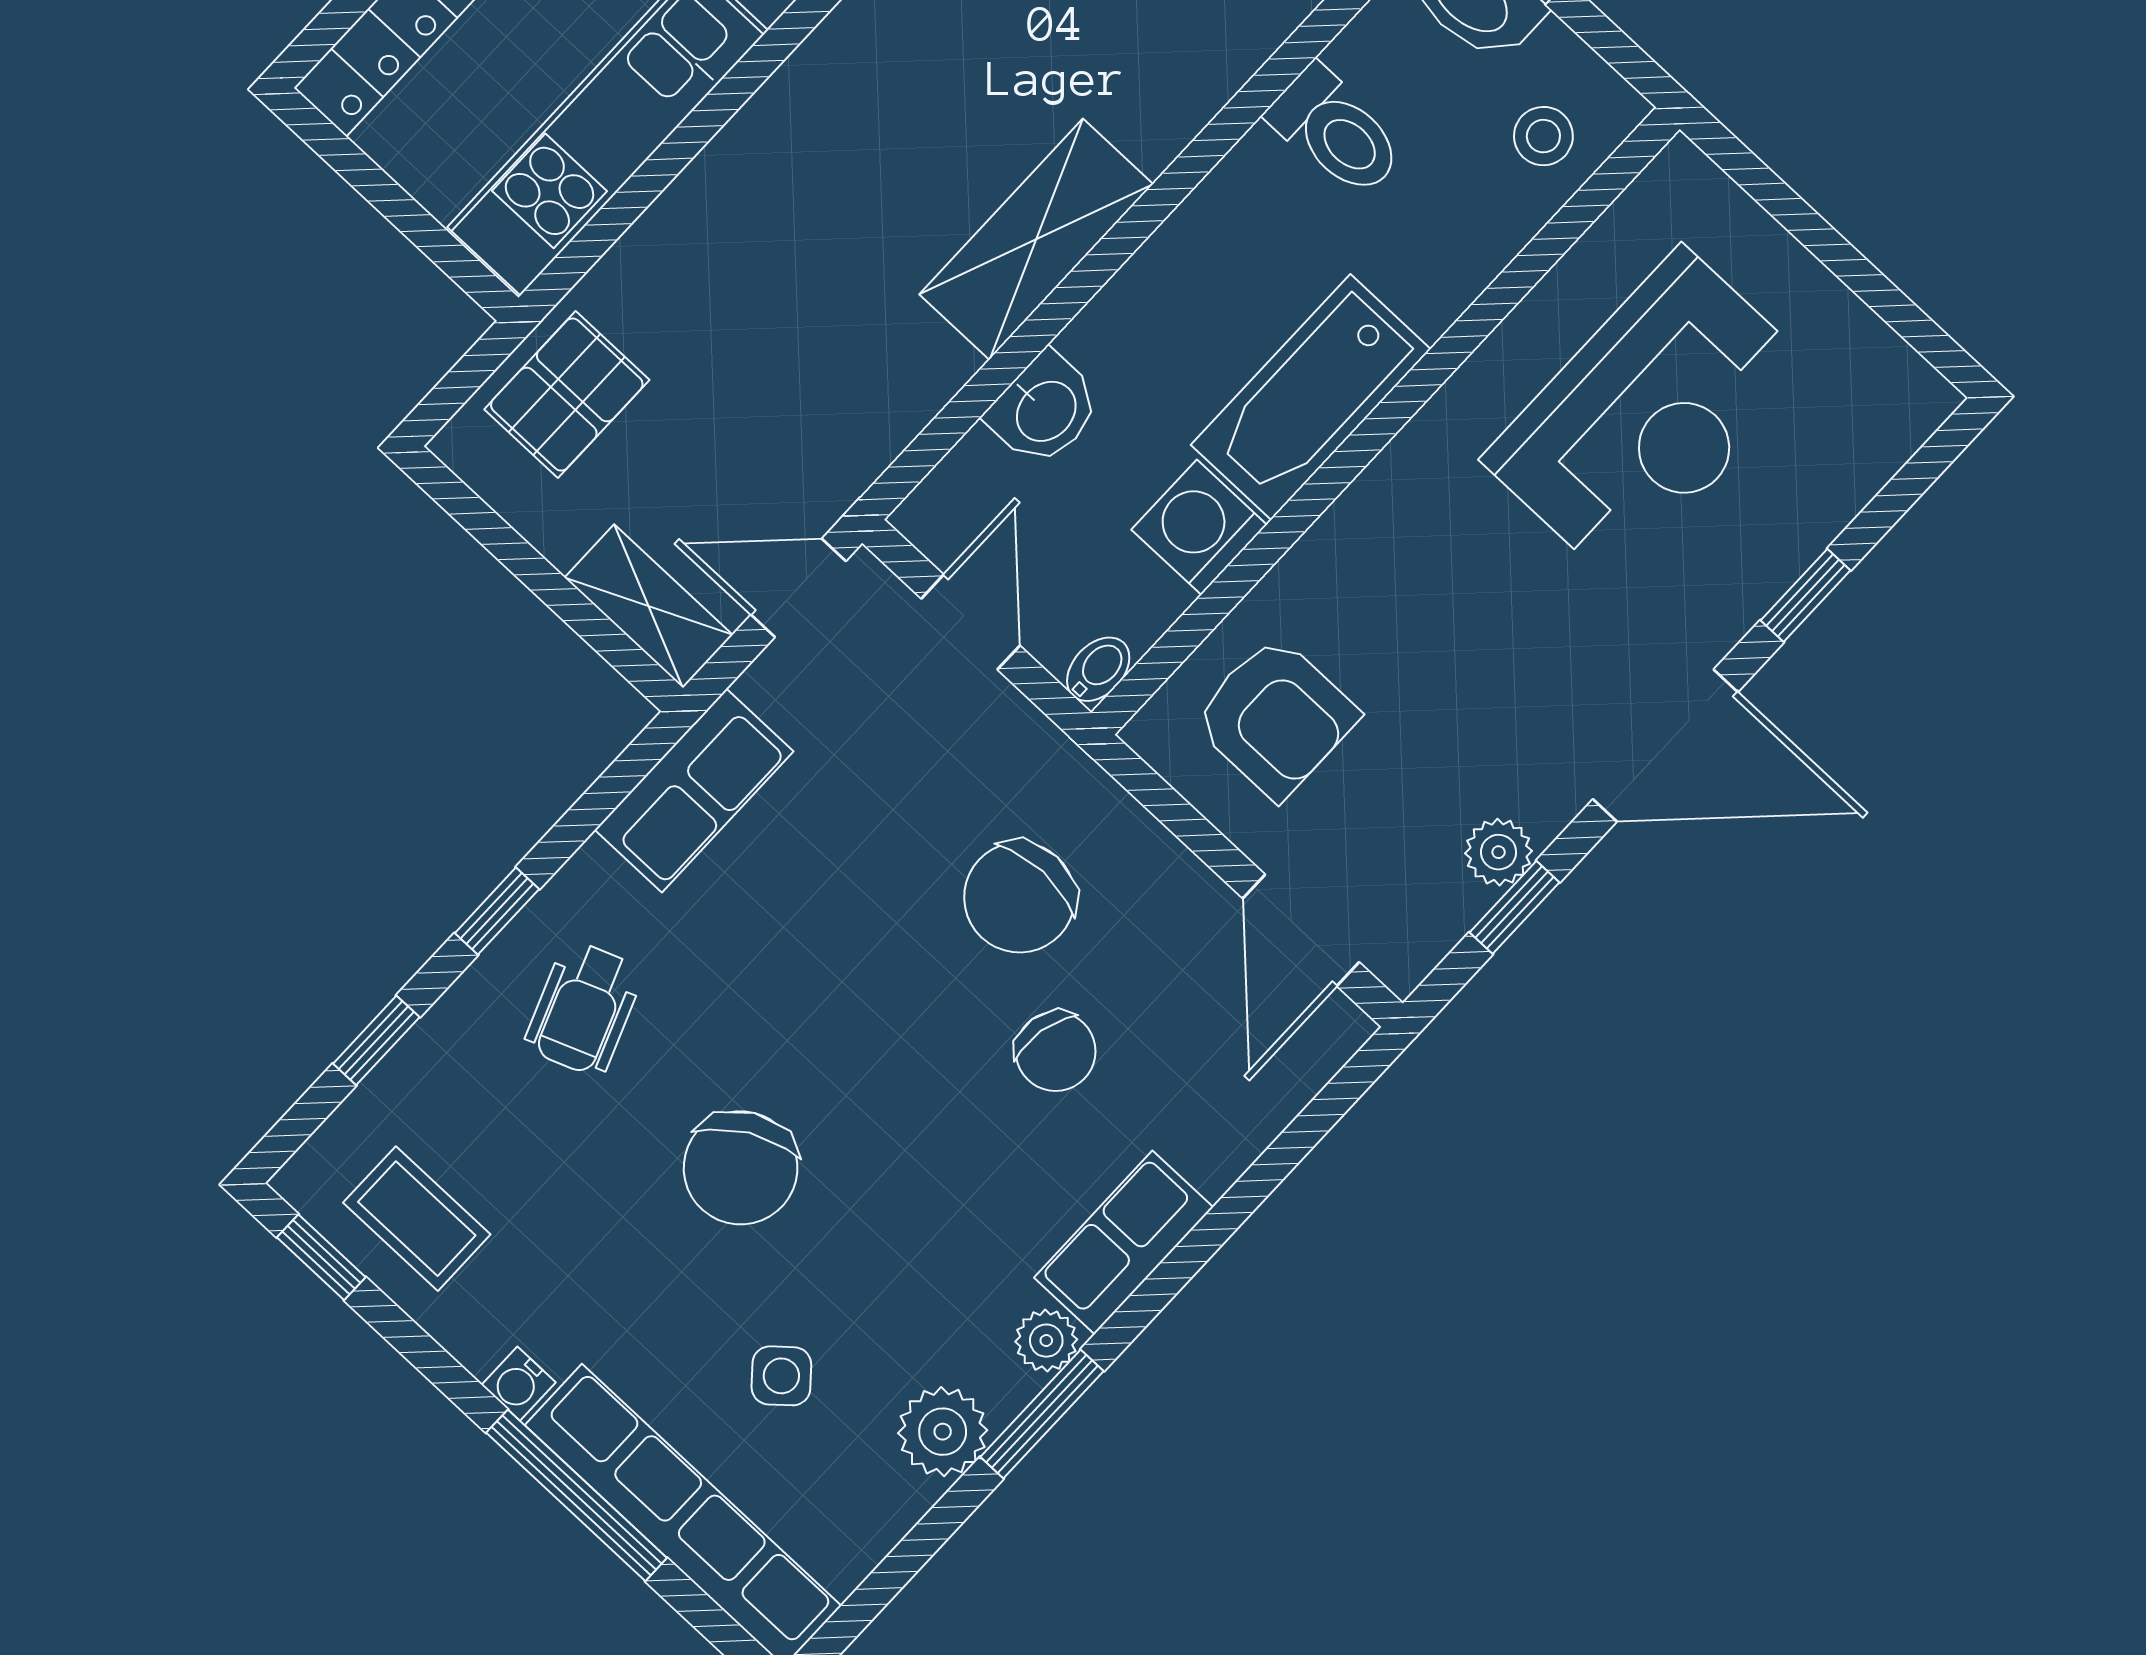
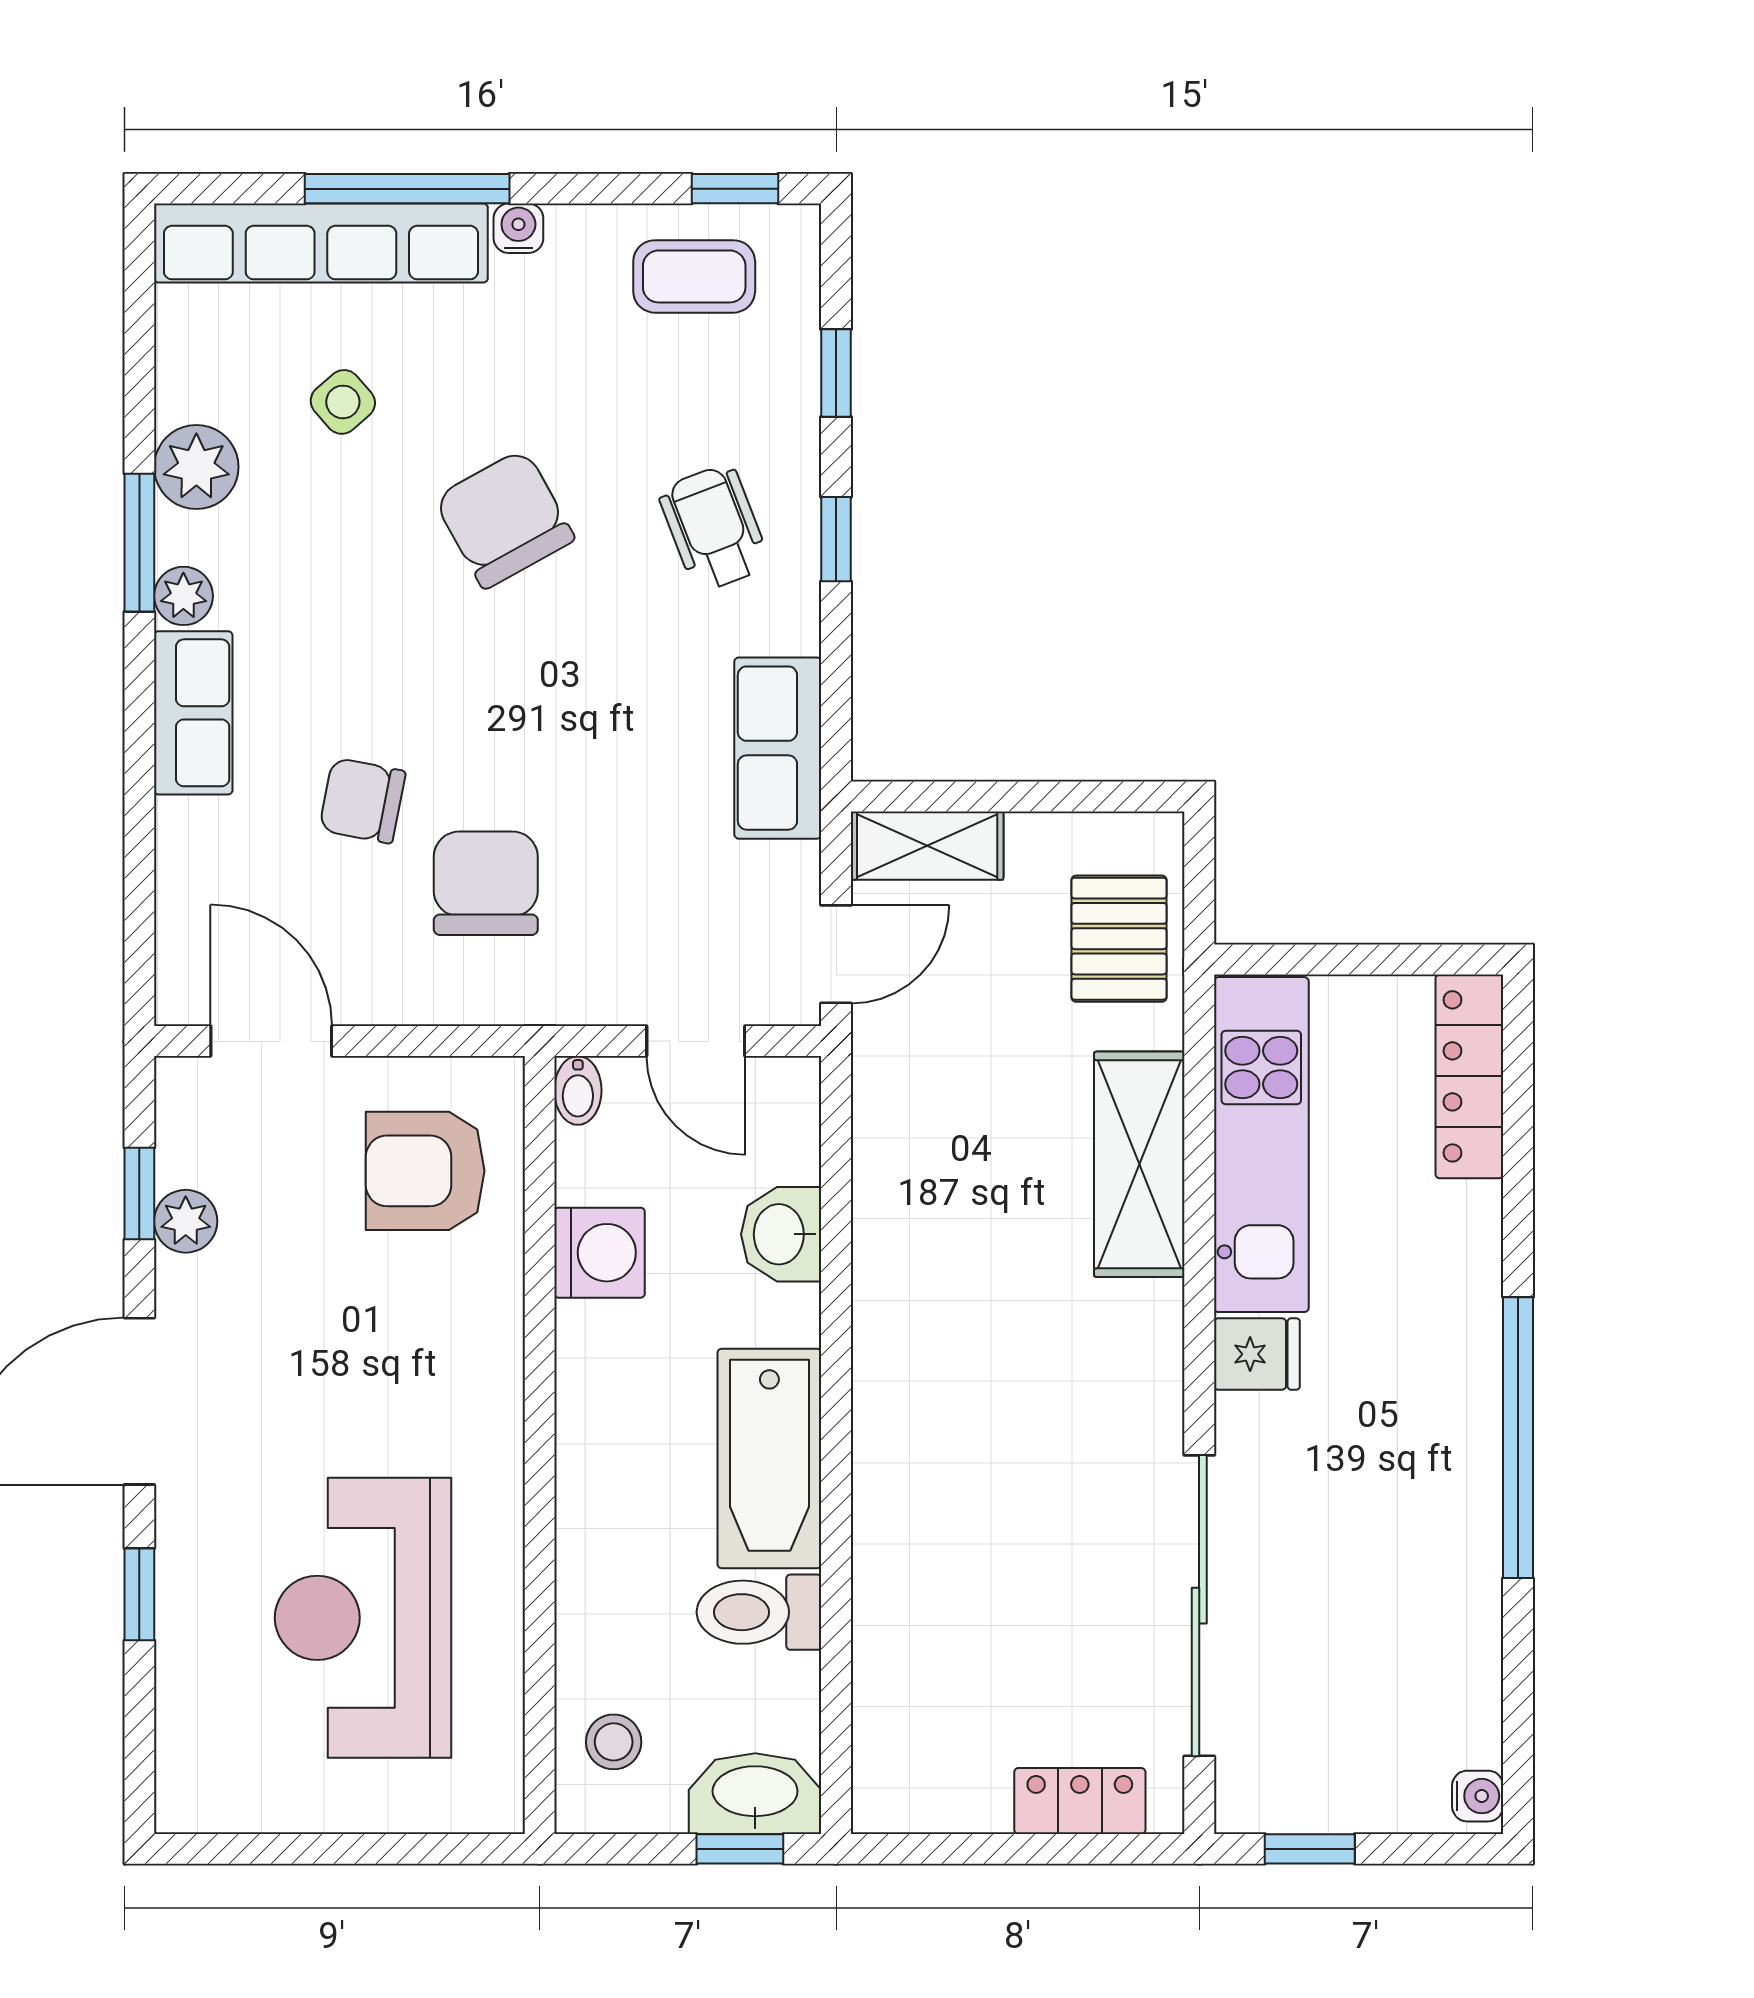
shelving: (1036, 239) -> (1139, 1164), moved
bathtub: (1311, 397) -> (769, 1459), moved, turned 180

